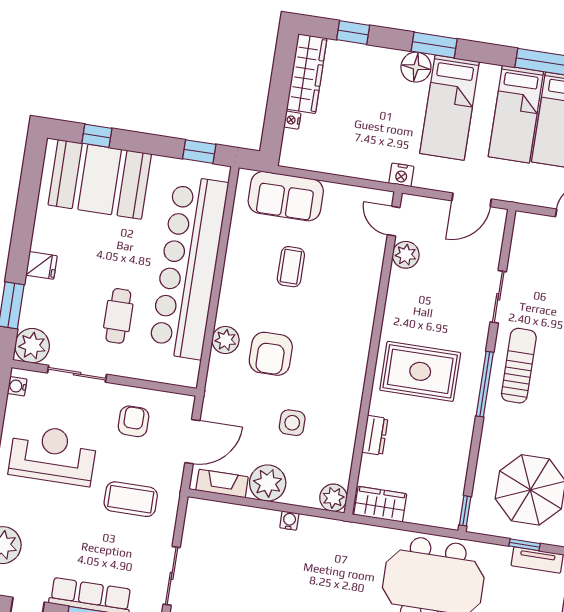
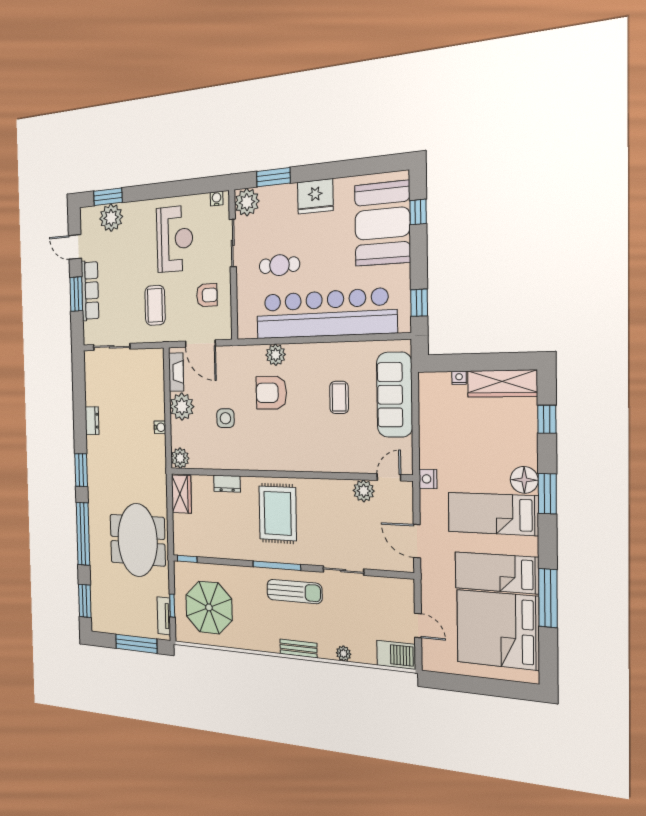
sofa: (286, 196) -> (395, 395), width x1.36
fridge: (41, 265) -> (315, 196), width x1.88, depth x1.34
coffee table: (291, 267) -> (339, 397), turned 90

